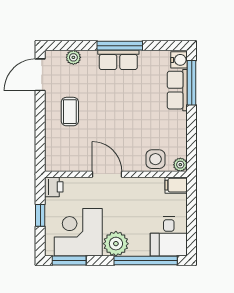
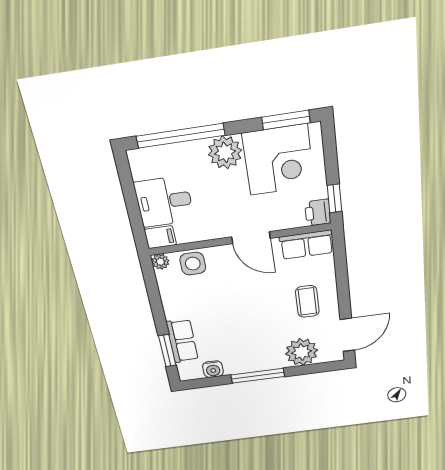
plant: (73, 57) -> (302, 352), width x1.87, depth x1.87
row of seats: (118, 60) -> (307, 245), moved, turned 180
water cooler: (179, 60) -> (213, 369), moved, turned -90
window: (192, 83) -> (167, 351), width x0.69
window: (40, 215) -> (334, 198), moved
desk: (169, 236) -> (164, 202), moved, turned -90

